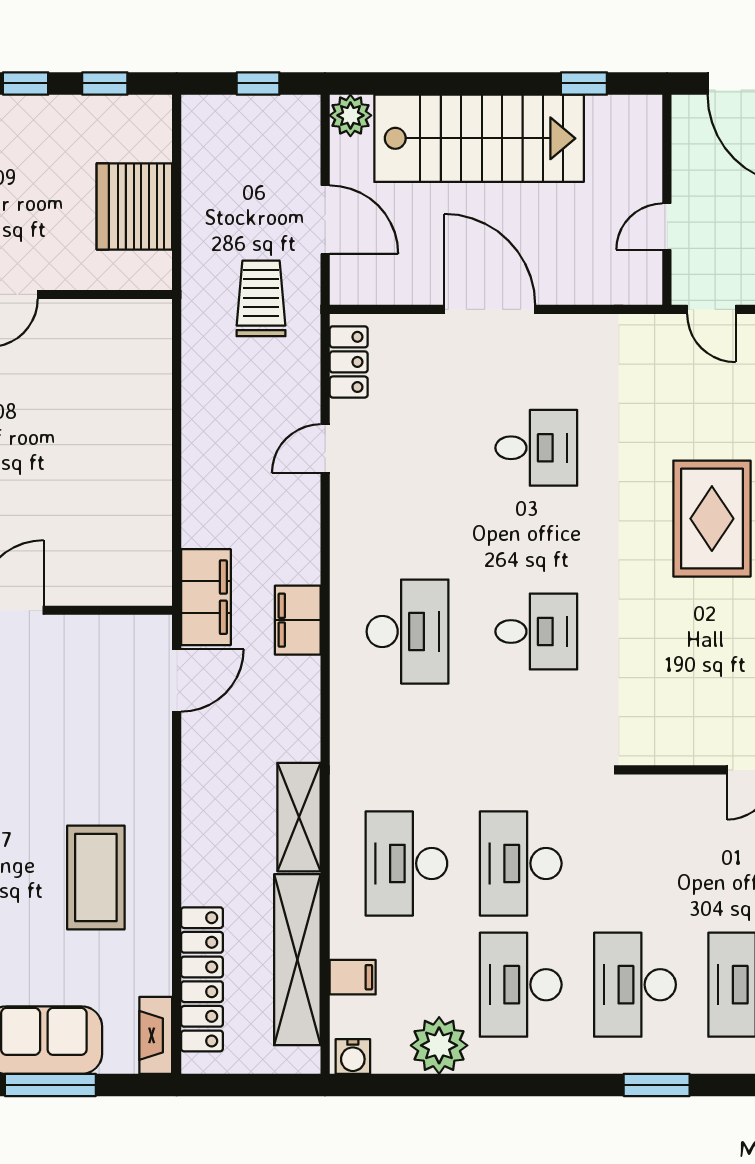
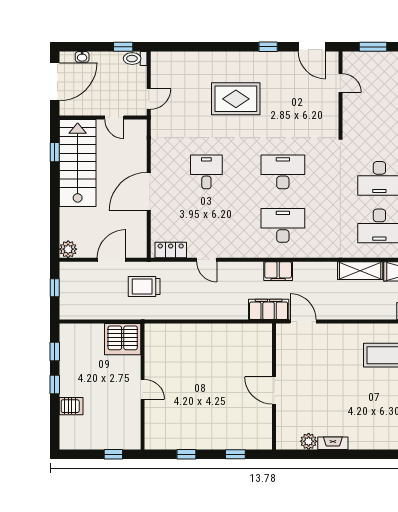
stairs: (479, 138) -> (78, 163), moved
server rack: (134, 206) -> (123, 339), moved
desk: (536, 632) -> (283, 172), width x1.37

